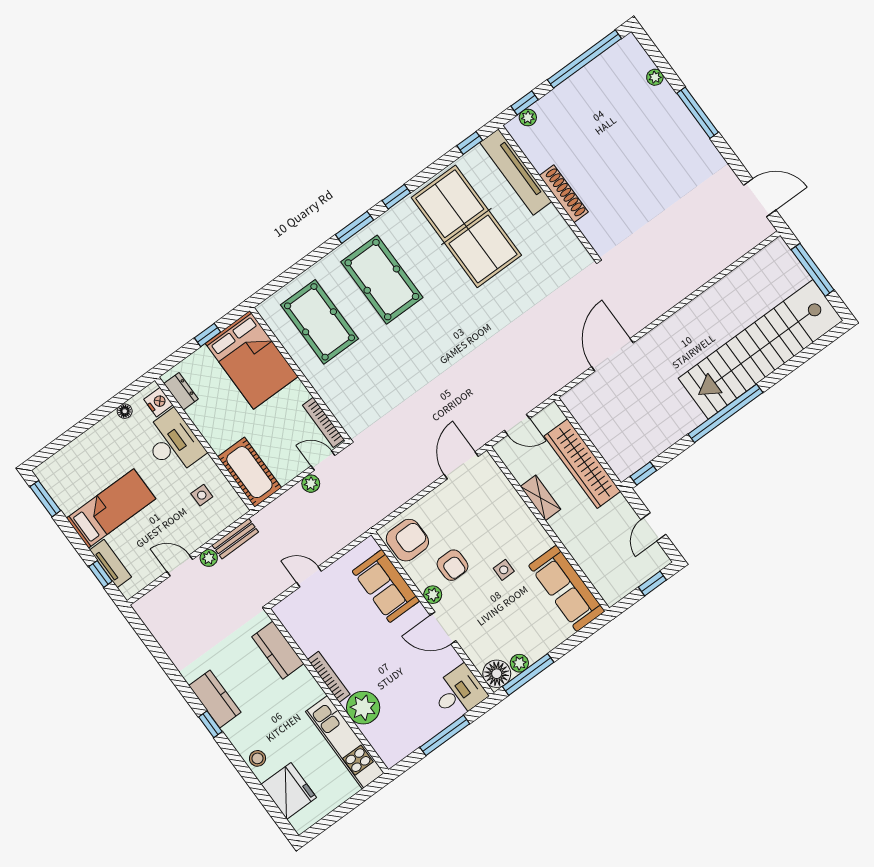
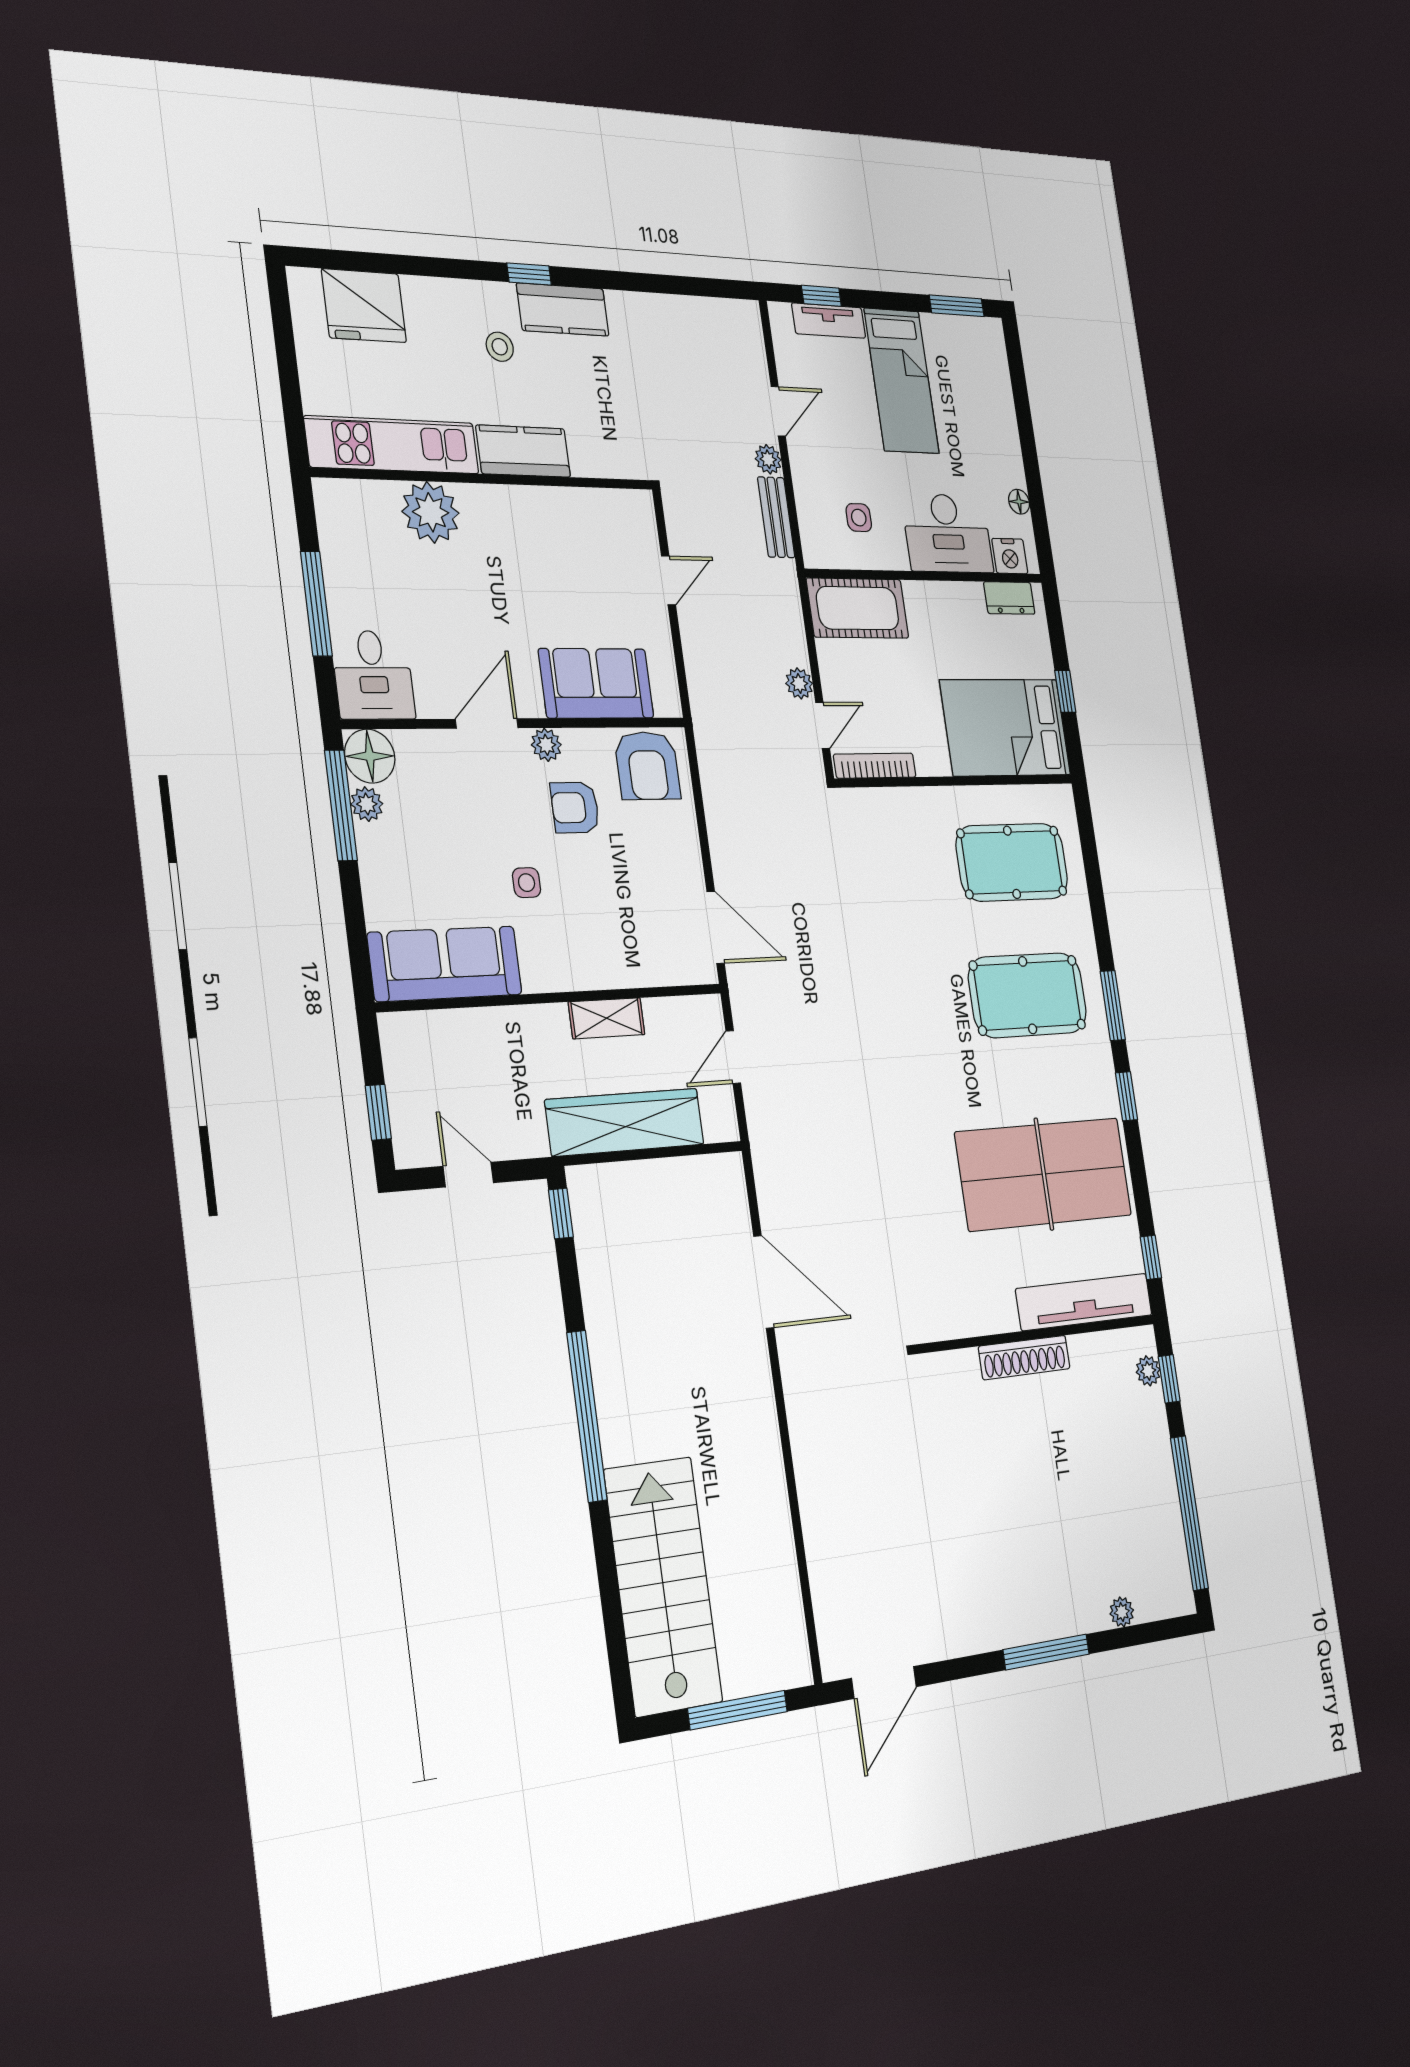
stairs: (761, 349) -> (663, 1586), width x0.73
kitchen counter: (278, 650) -> (523, 451), moved
bookcase: (329, 677) -> (506, 497), removed
stool: (257, 758) -> (500, 347), moved

